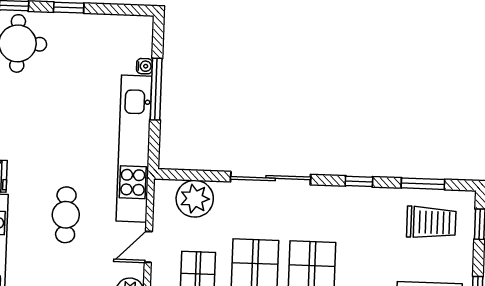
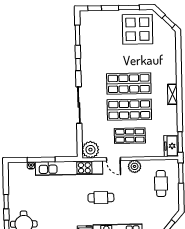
plant: (195, 199) -> (90, 150), moved
trolley: (431, 222) -> (95, 30), removed

